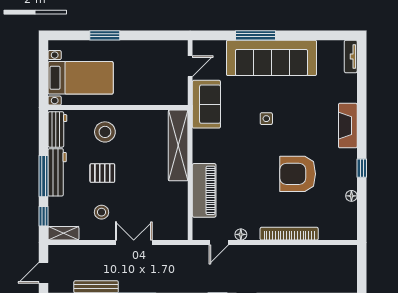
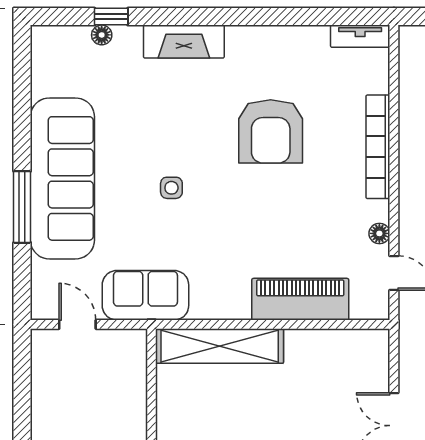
tv unit: (351, 56) -> (360, 36), moved
window: (362, 168) -> (111, 17), moved
floor lamp: (351, 196) -> (102, 35), moved

